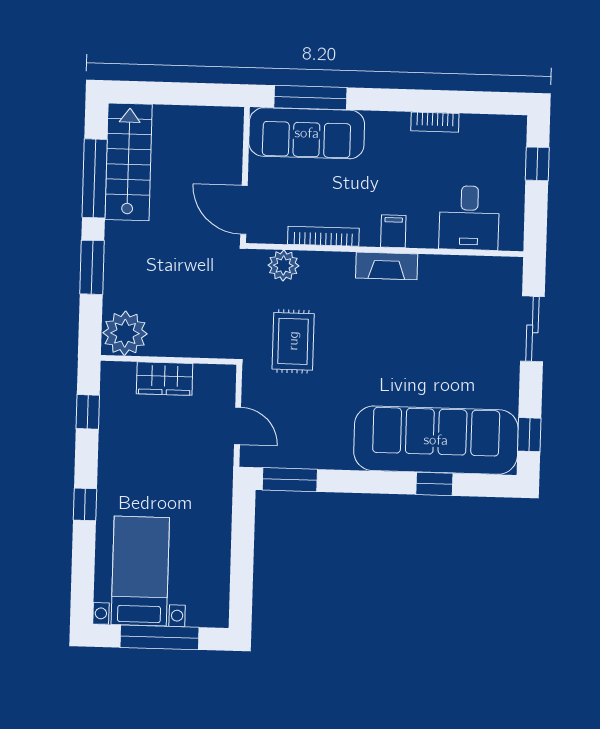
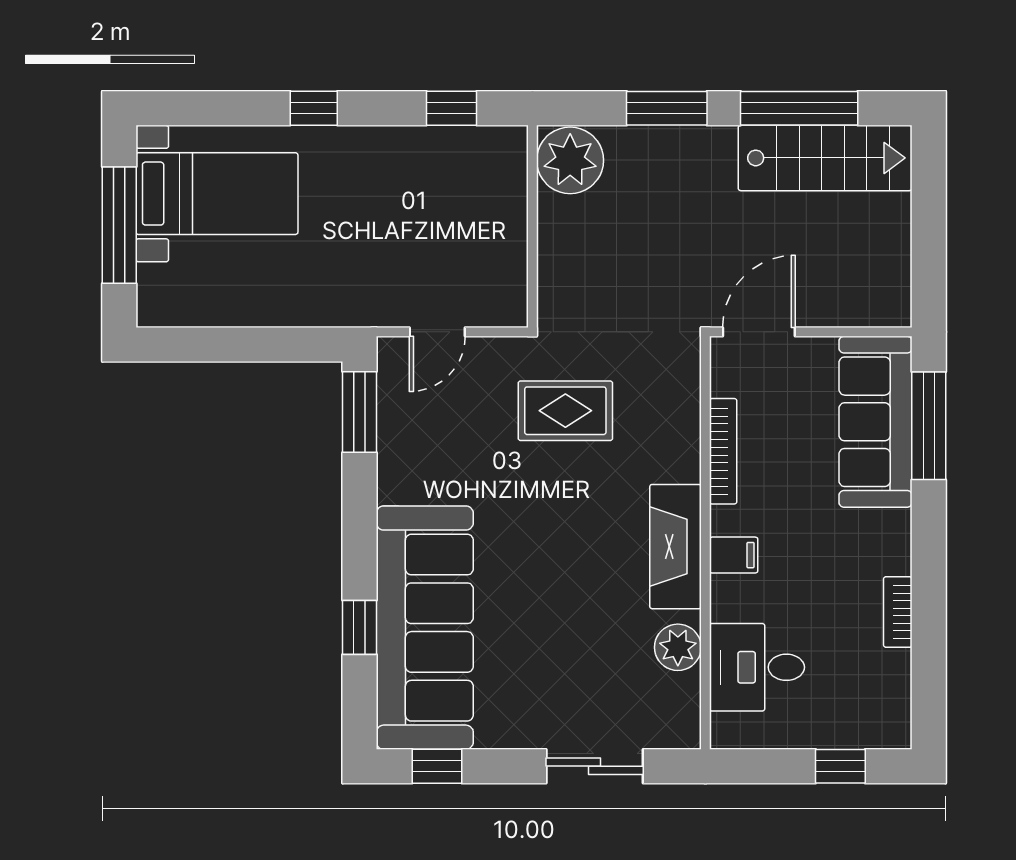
plant: (283, 265) -> (678, 647), moved
fireplace: (387, 266) -> (676, 547), width x1.37, depth x1.32
wardrobe: (165, 379) -> (504, 221), removed

